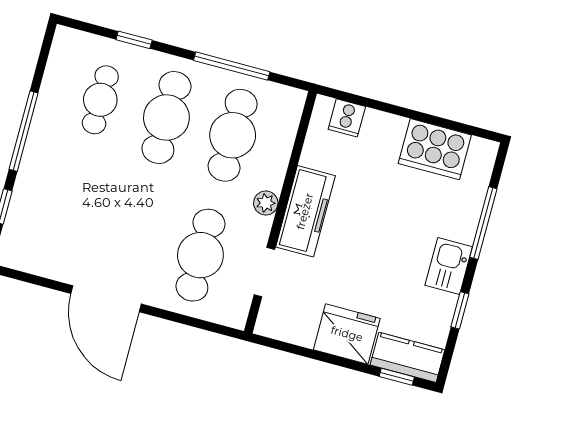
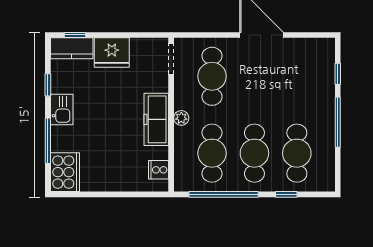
window: (232, 66) -> (224, 194), width x1.46
cafe table: (100, 100) -> (297, 153), width x1.37, depth x1.35
cooker: (347, 118) -> (158, 170), moved, turned -90
cooker: (435, 149) -> (65, 172), moved, turned 90
doorway: (264, 272) -> (171, 59), moved

